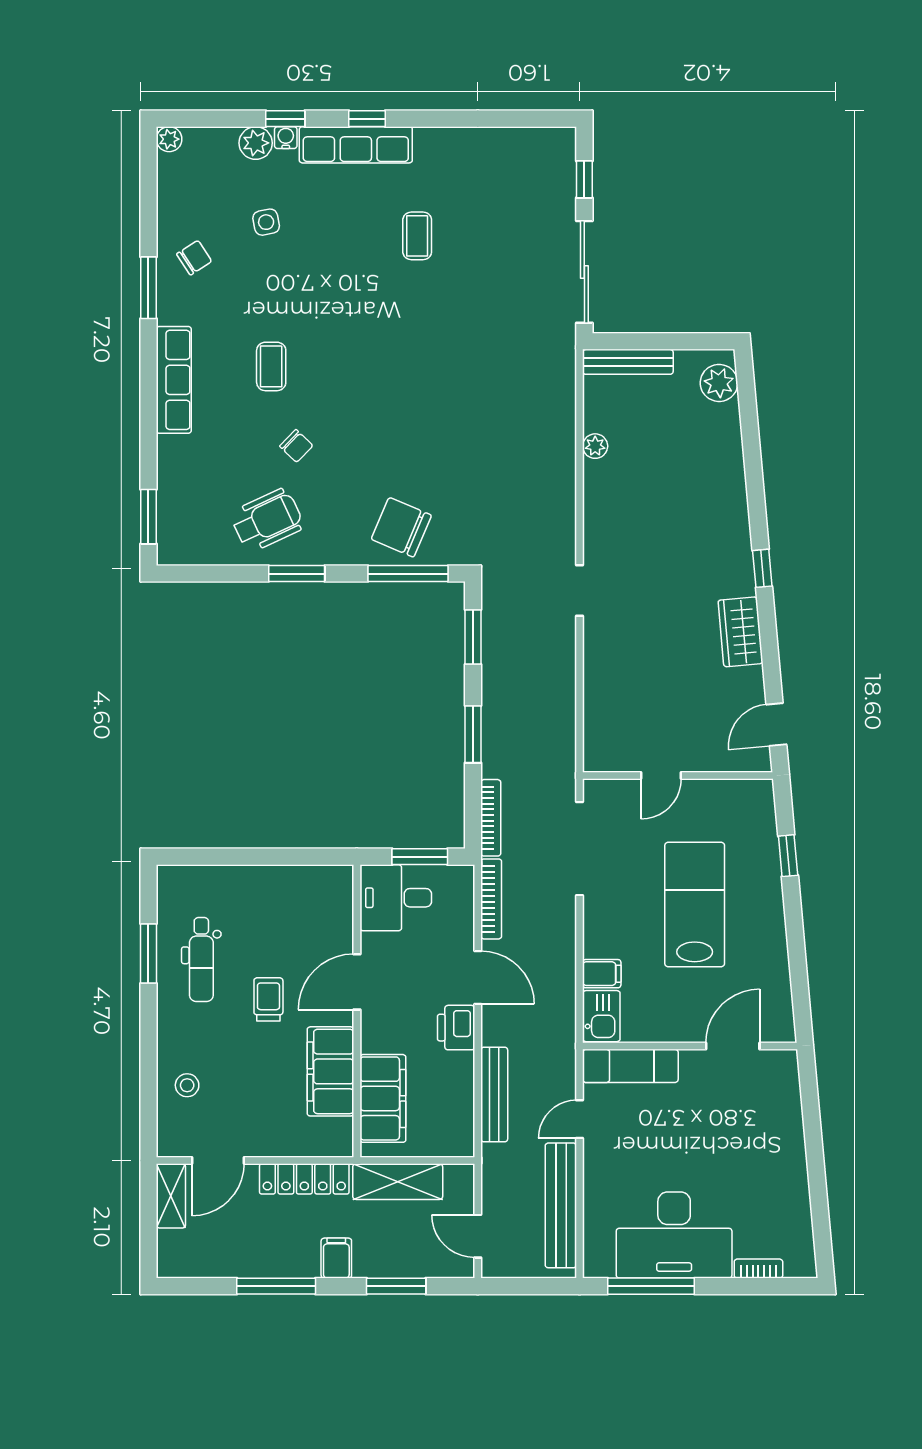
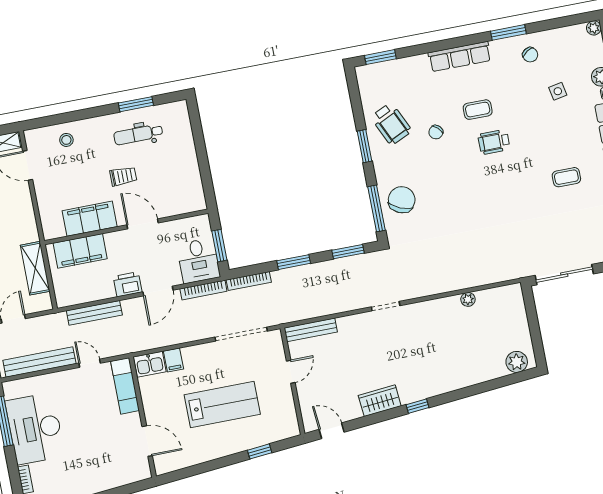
wheelchair: (332, 349) -> (494, 142), added
bench: (628, 362) -> (311, 330), moved, turned 90
door: (661, 776) -> (291, 372), swing flipped
desk: (396, 898) -> (198, 261), moved, turned 180
locker: (304, 1179) -> (27, 216), removed

